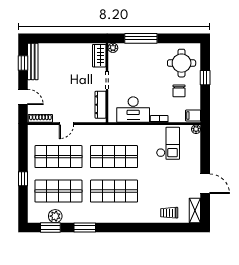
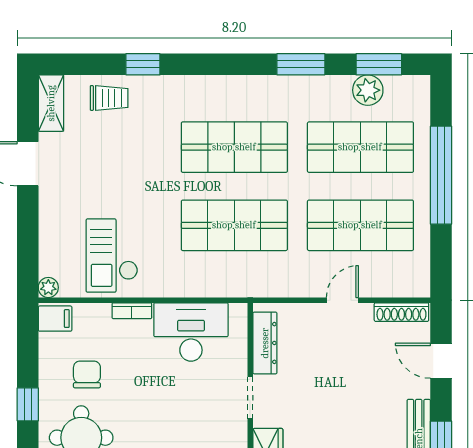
window: (23, 179) -> (441, 175), width x3.17
window: (154, 228) -> (143, 64), added

